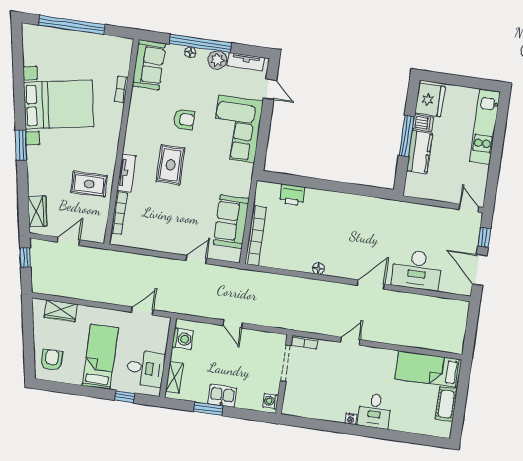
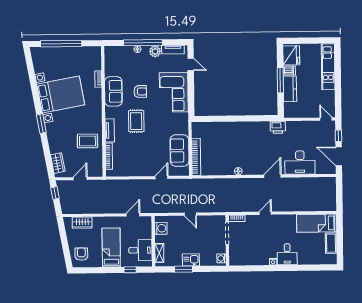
sofa: (149, 65) -> (113, 91), moved
printer: (292, 195) -> (278, 127), moved

